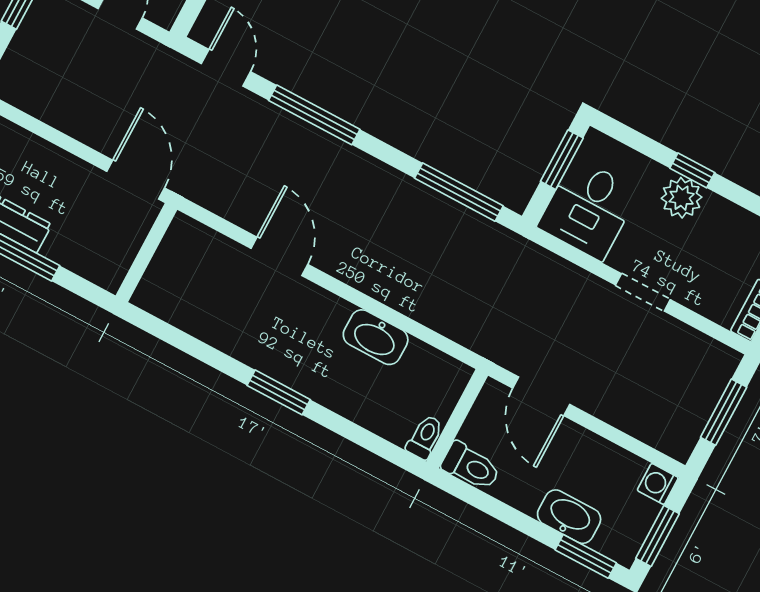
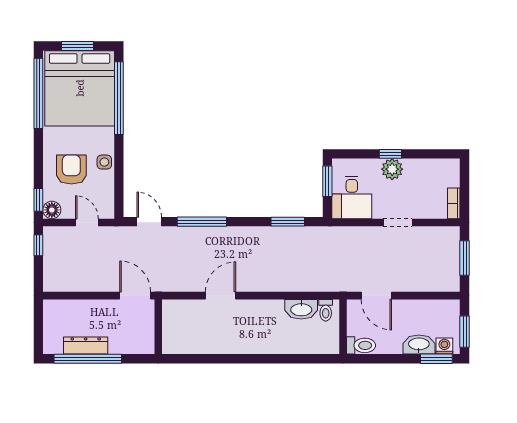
window: (459, 192) -> (288, 222), width x0.69
door: (279, 256) -> (221, 296), hinge flipped
washbasin: (376, 337) -> (301, 309), moved
window: (279, 392) -> (254, 359), removed
toilet: (425, 437) -> (326, 310), moved, turned 180
washing machine: (658, 484) -> (444, 346), moved, turned 90

